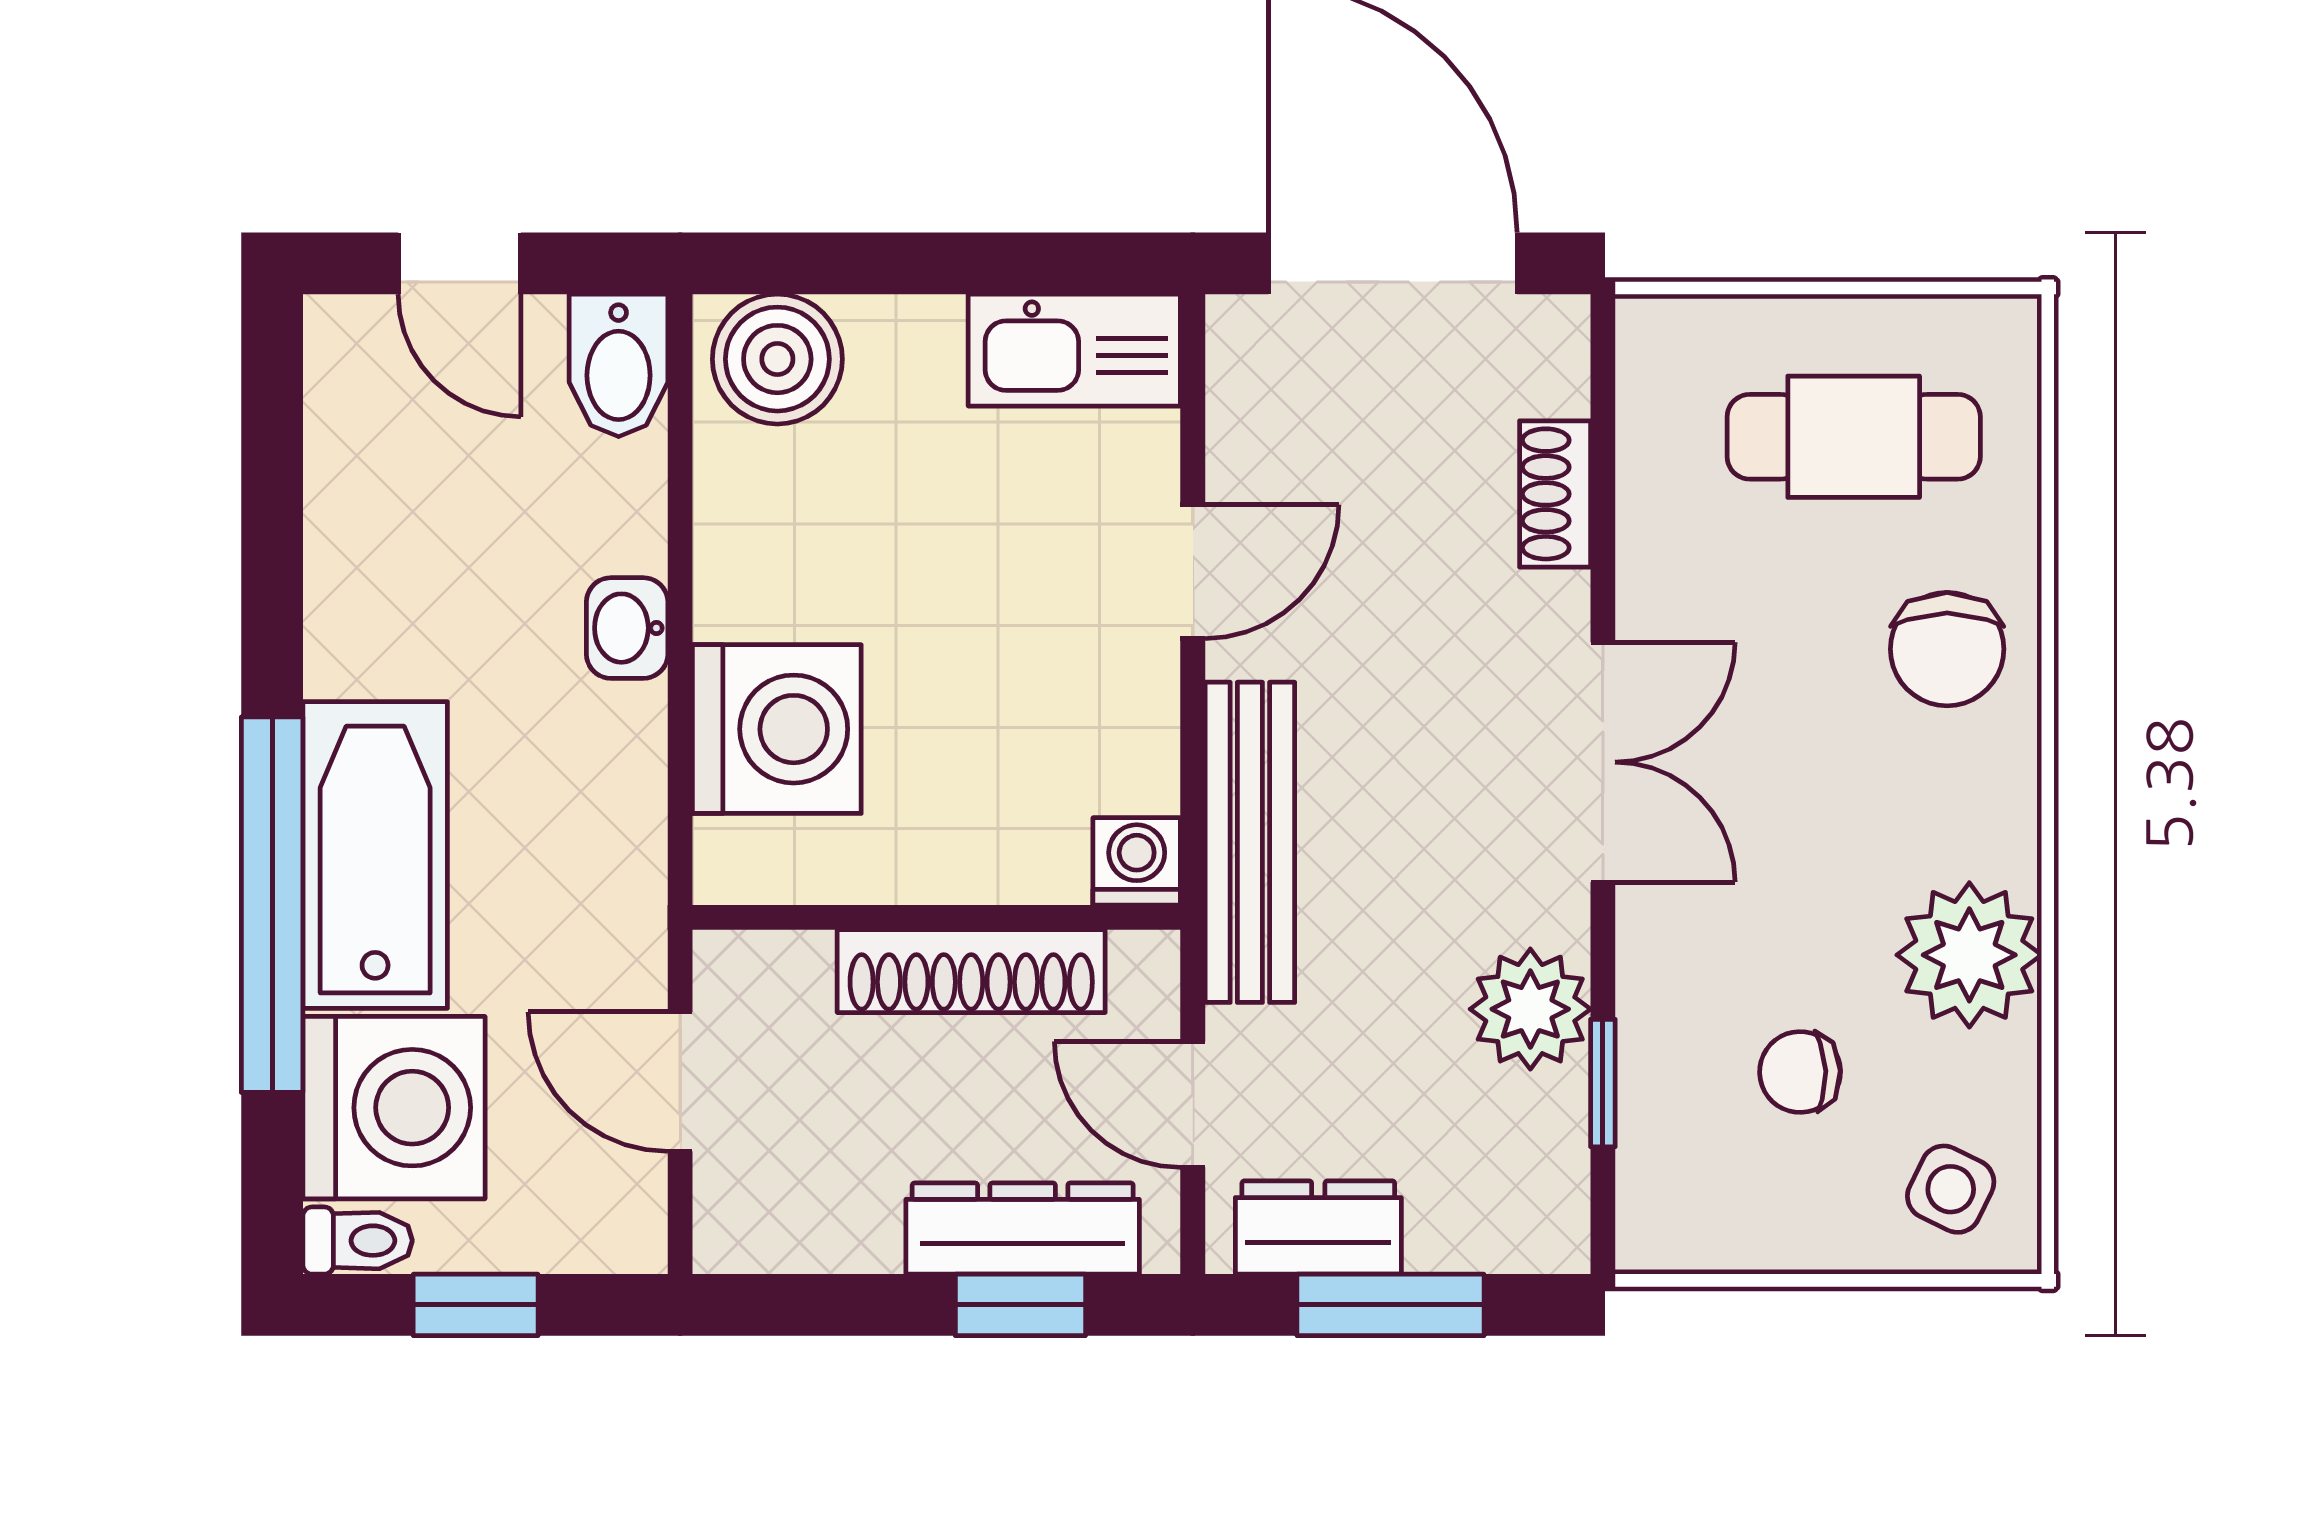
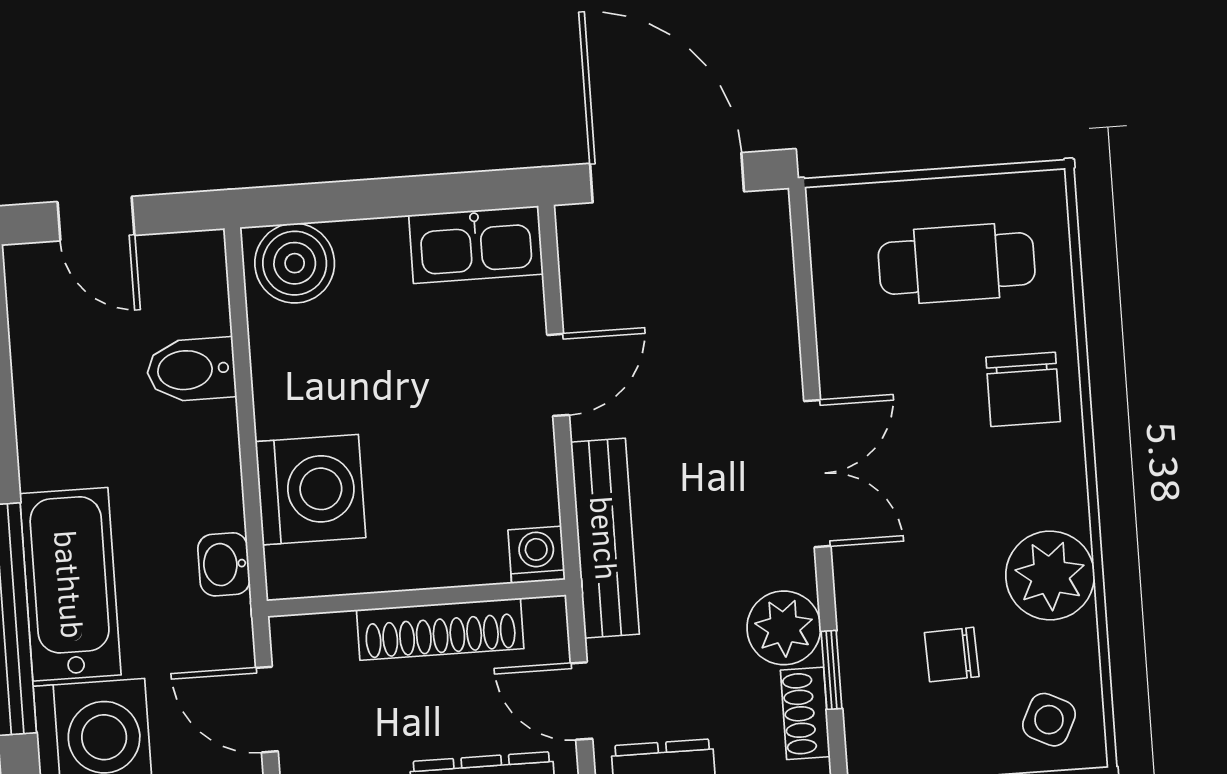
bidet: (619, 365) -> (191, 370), moved, turned 90
shoe rack: (1555, 494) -> (805, 713), moved
washbasin: (627, 628) -> (224, 564), moved

